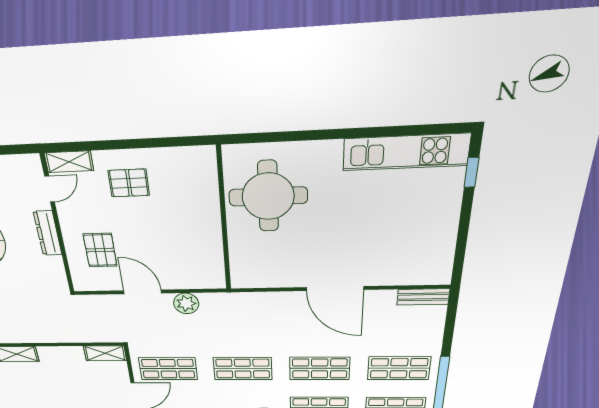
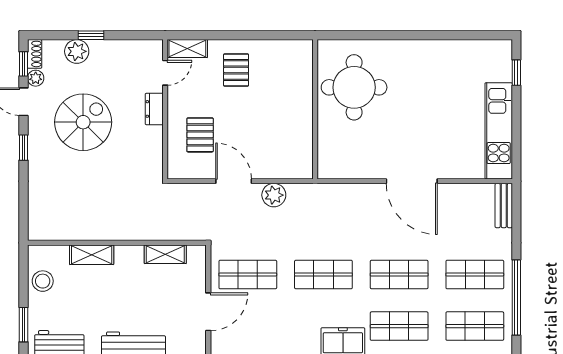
kitchen unit: (406, 152) -> (499, 131), moved, turned 90
pallet: (129, 183) -> (236, 70), turned 90
dresser: (48, 233) -> (154, 109), width x0.70
bench: (423, 297) -> (504, 206), moved, turned 90
shelving: (105, 353) -> (165, 254), moved

